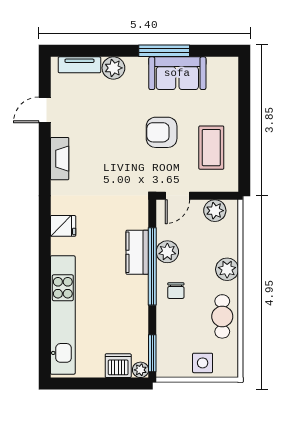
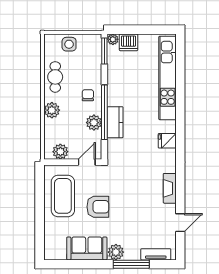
window: (164, 51) -> (131, 264), moved
plant: (113, 68) -> (116, 252), moved
coffee table: (211, 148) -> (63, 196), width x1.36, depth x1.32

